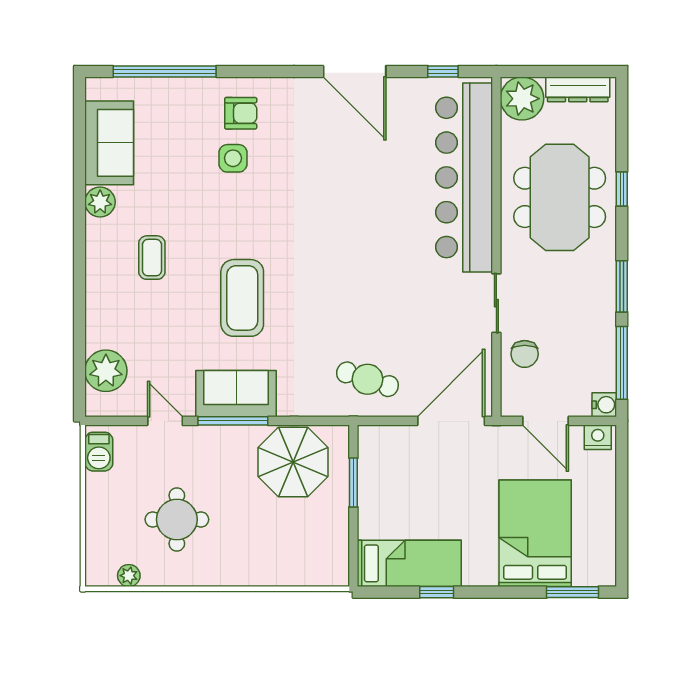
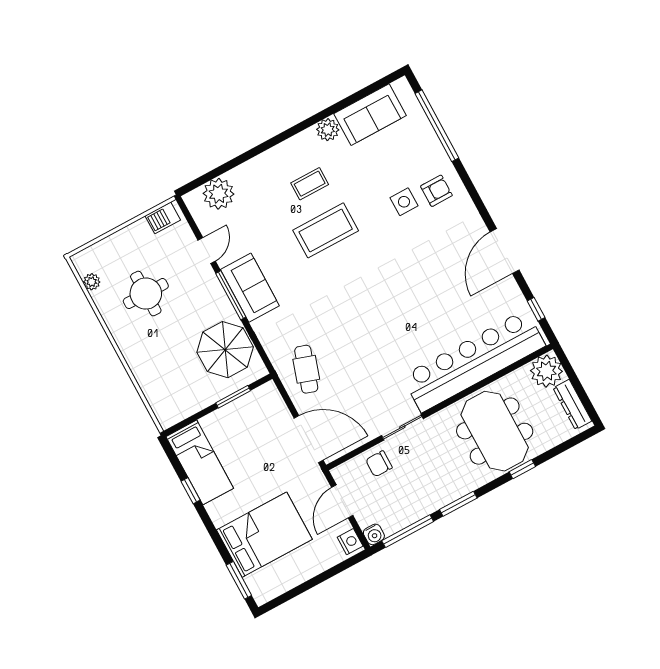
armchair: (241, 113) -> (436, 191), turned -90
meeting table: (560, 197) -> (495, 431), turned 90
coffee table: (242, 298) -> (326, 230), moved

